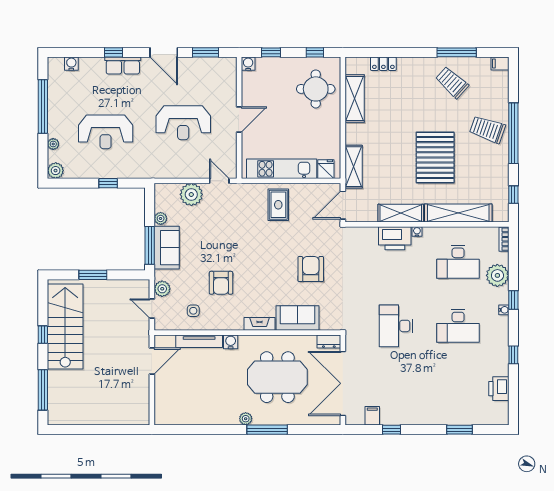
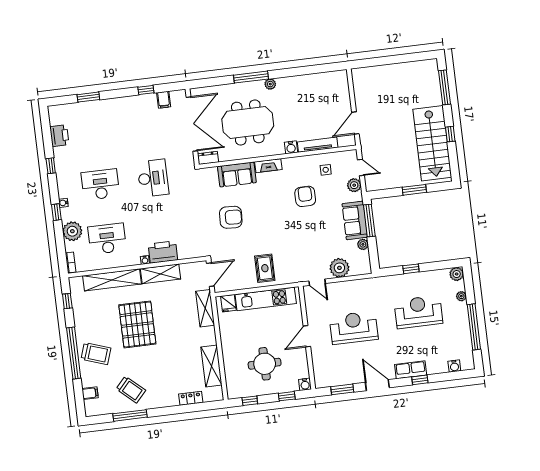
filing cabinet: (500, 64) -> (90, 393), moved
round table: (316, 89) -> (265, 364), moved
armchair: (311, 269) -> (231, 217), turned -87

